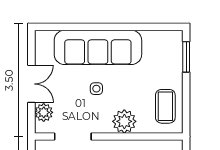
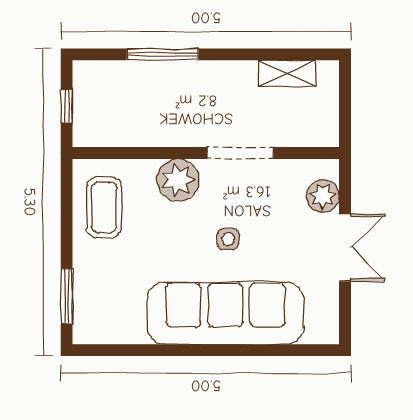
double door: (31, 84) -> (345, 248), swing flipped
doorway: (73, 136) -> (240, 153), moved

